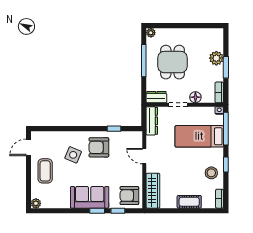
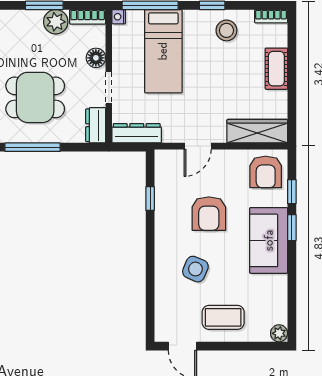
plant: (216, 58) -> (56, 22), moved
armchair: (99, 147) -> (209, 214), moved

